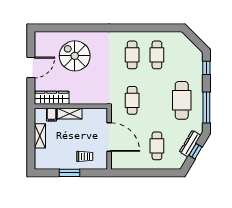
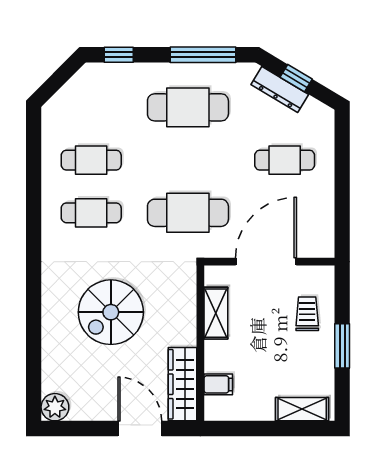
plant: (41, 38) -> (55, 407), added
spiral stairs: (75, 56) -> (111, 312), moved
door: (31, 67) -> (140, 429), moved
cafe table: (132, 100) -> (188, 213), width x1.37, depth x1.35
shelving: (70, 114) -> (216, 313), moved
shelving: (40, 136) -> (302, 409), moved

